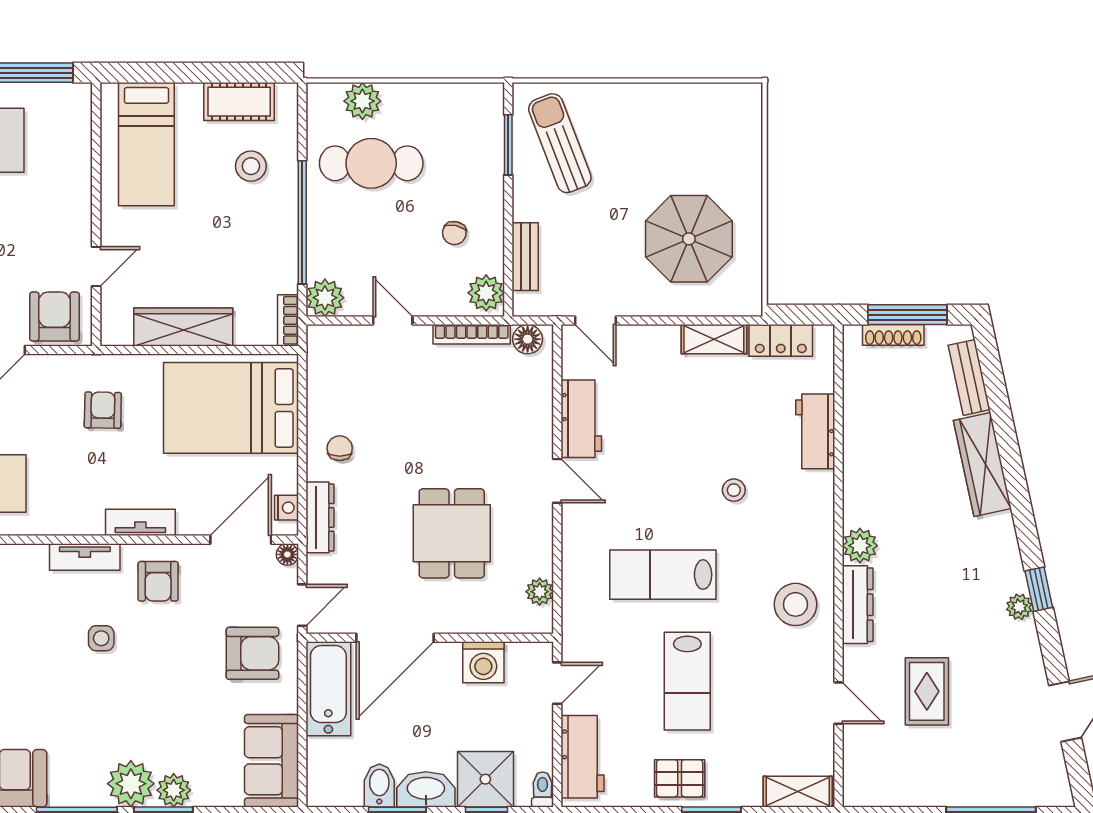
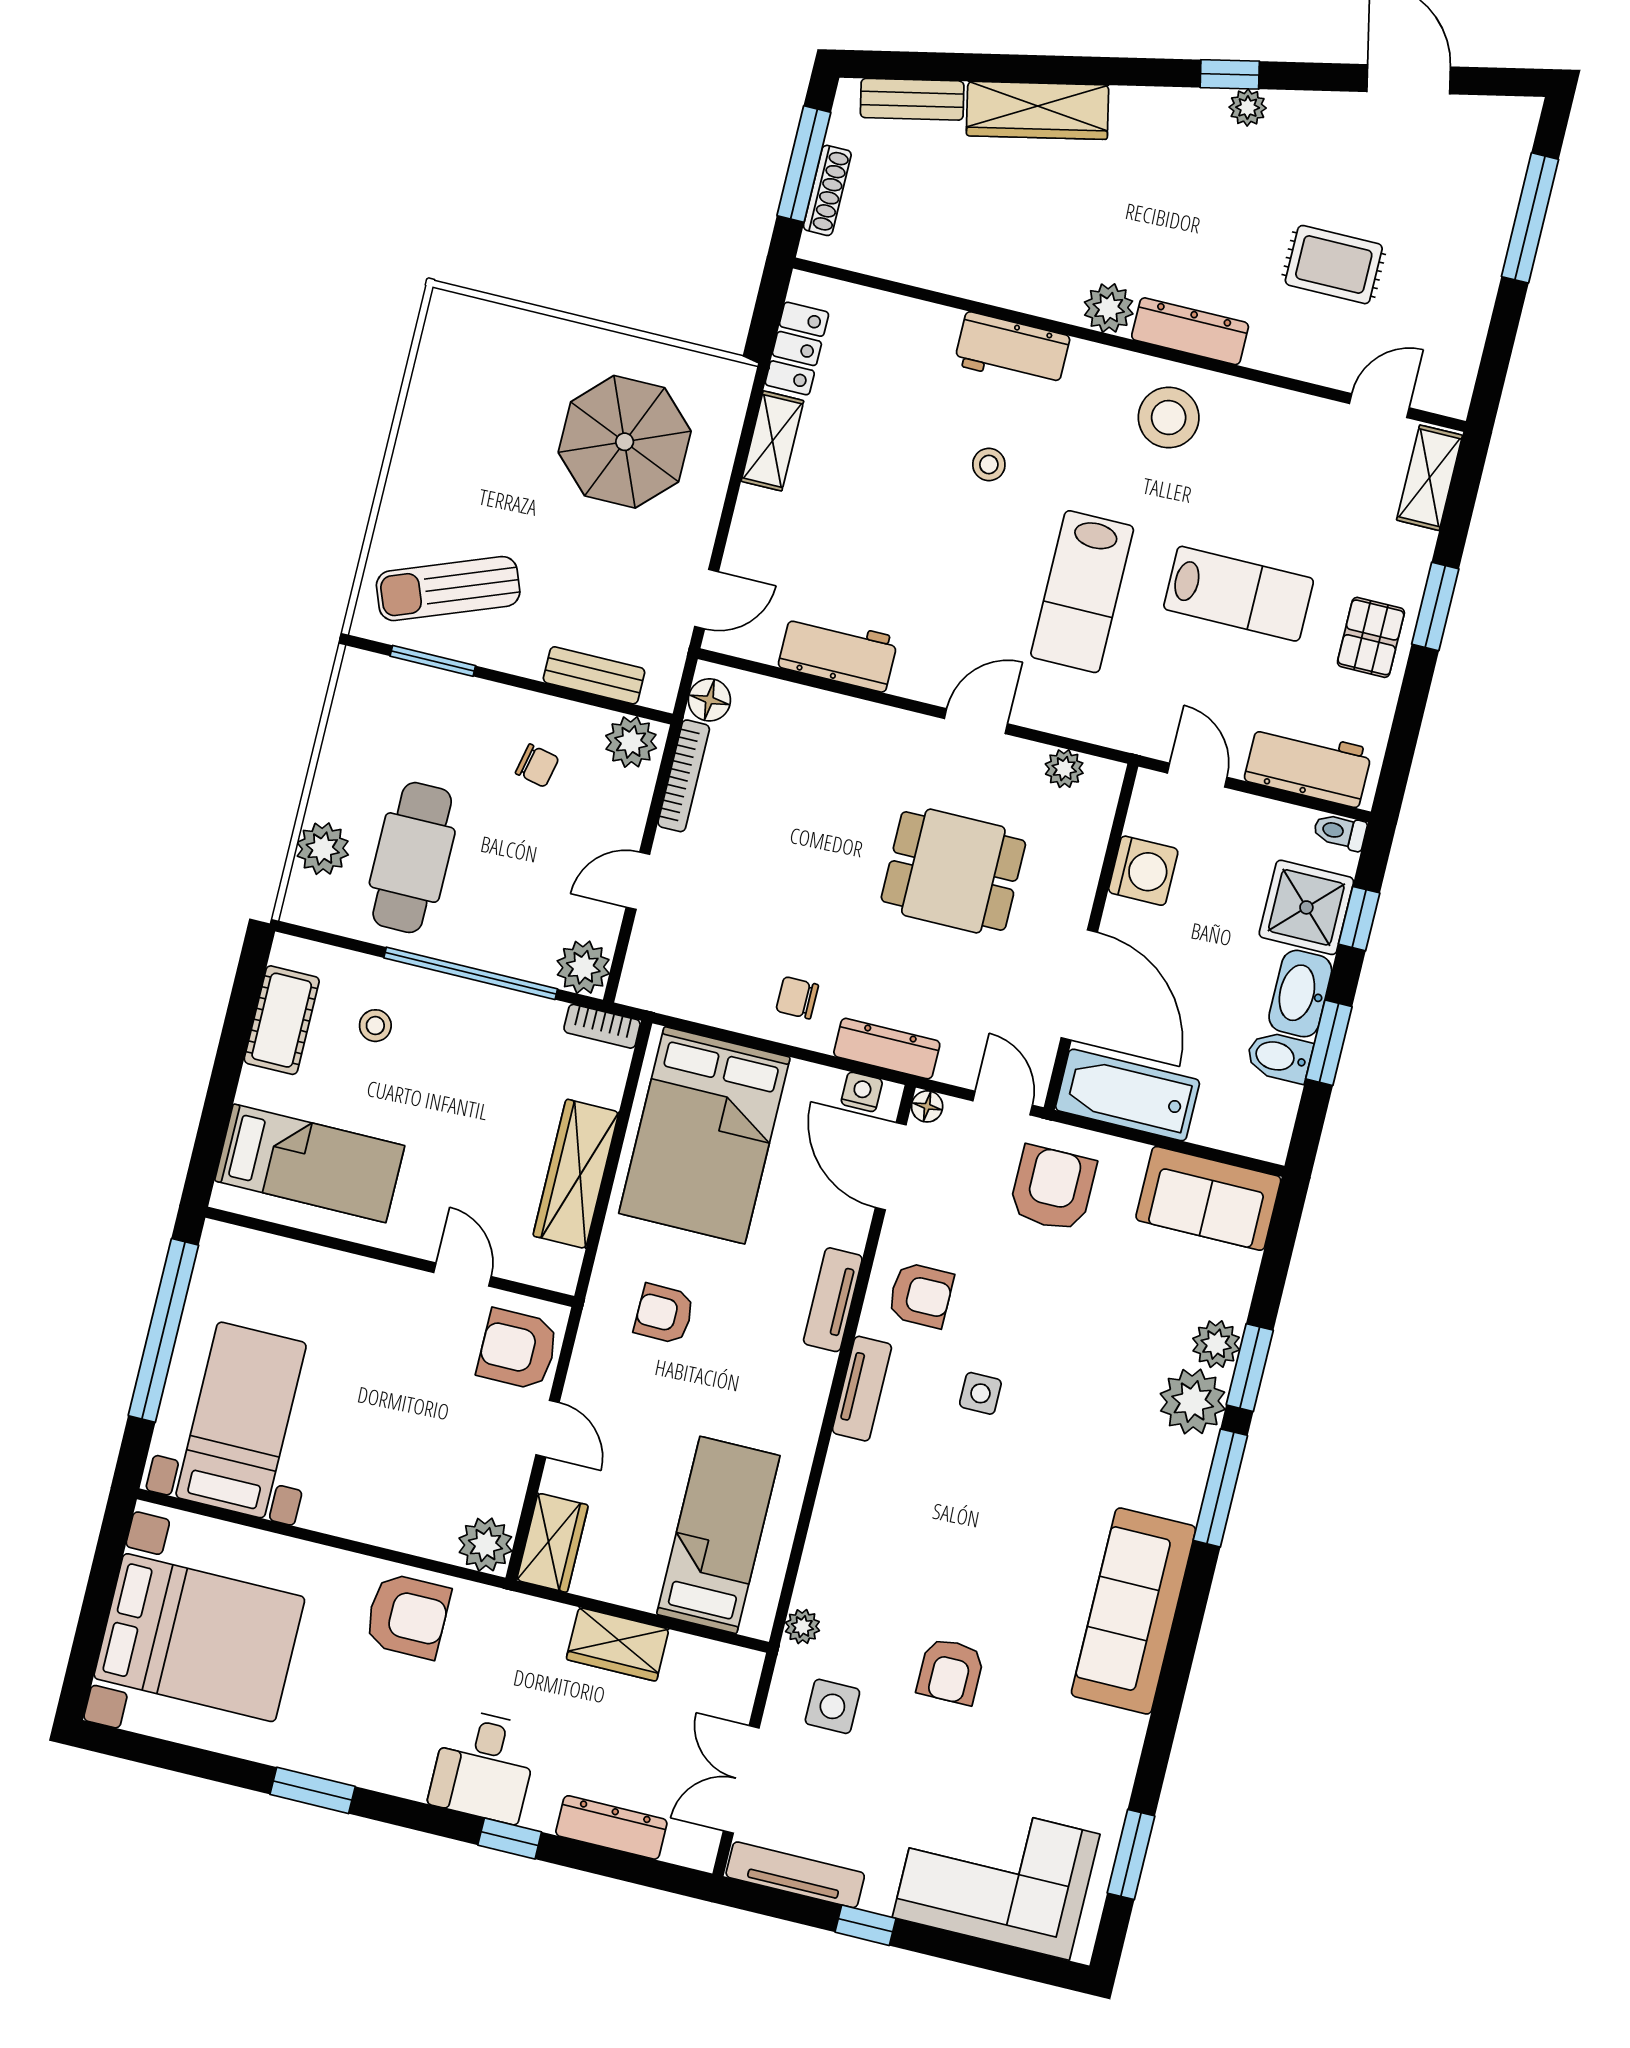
stool: (251, 166) -> (375, 1026), width x0.73, depth x0.73
workbench: (815, 431) -> (1012, 350), moved
door: (557, 481) -> (976, 721), moved
door: (838, 703) -> (1379, 406), moved

